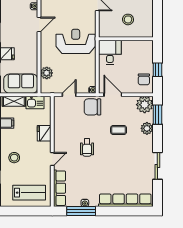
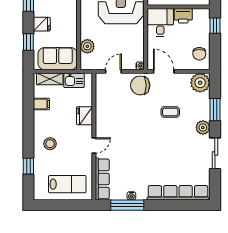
printer: (130, 46) -> (183, 16), added
window: (157, 70) -> (215, 26), moved
window: (157, 115) -> (215, 110), moved
plant: (147, 128) -> (203, 127), moved
wheelchair: (87, 148) -> (134, 132), removed

